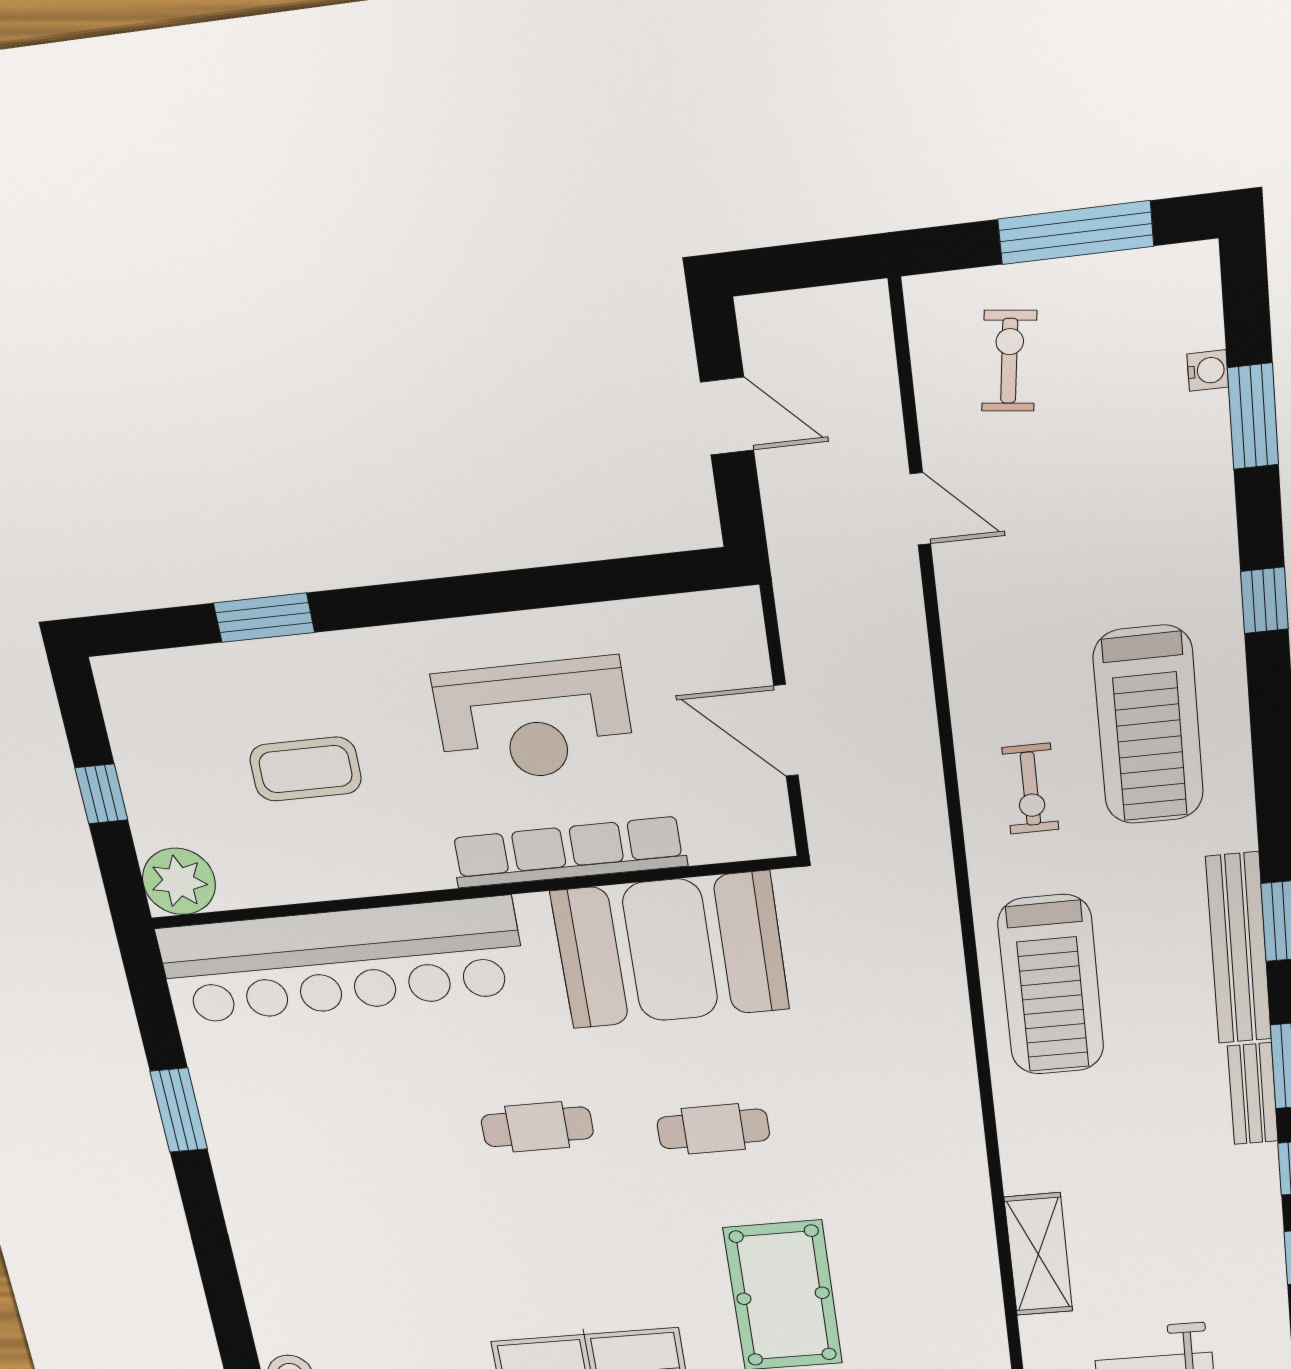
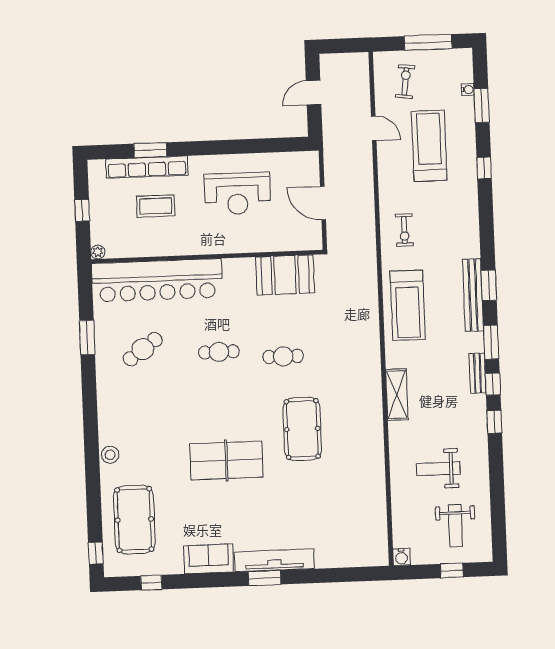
door: (727, 416) -> (314, 93), swing flipped
treadmill: (1148, 725) -> (429, 146), moved, turned 180
row of seats: (568, 852) -> (147, 167), moved, turned 180
plant: (179, 881) -> (98, 252), width x0.53, depth x0.53
booth: (670, 950) -> (285, 275), width x0.73, depth x0.70
bench: (1253, 1094) -> (478, 373), moved
cafe table: (332, 1130) -> (143, 349), added
shelving: (1038, 1254) -> (397, 395), moved

